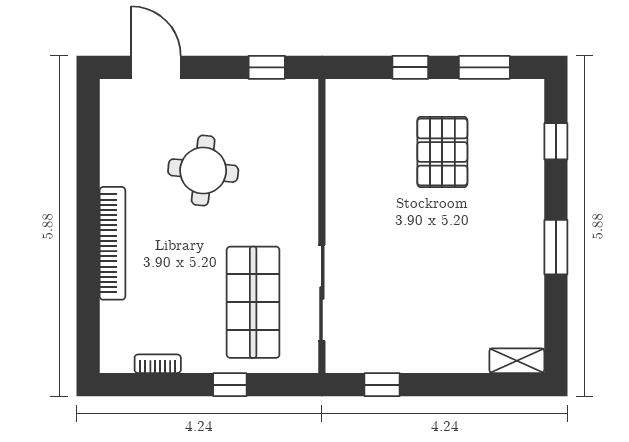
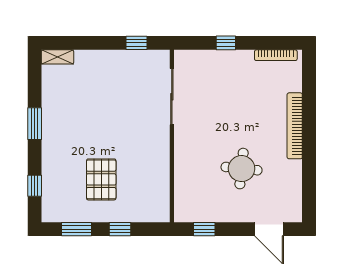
shop shelf: (253, 302) -> (212, 91), removed
bookcase: (158, 364) -> (276, 55), width x1.56

